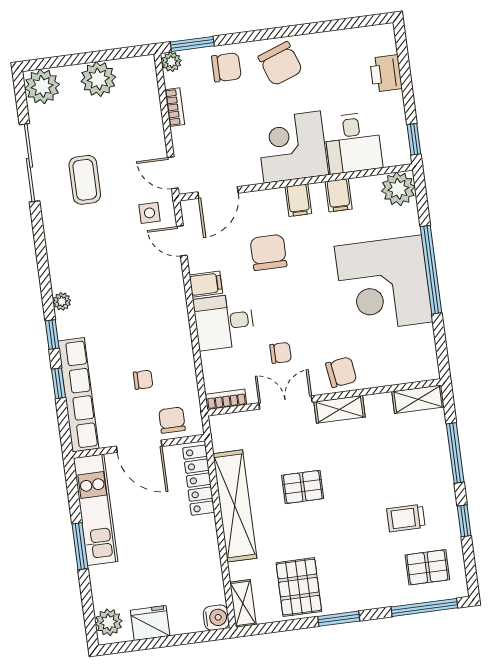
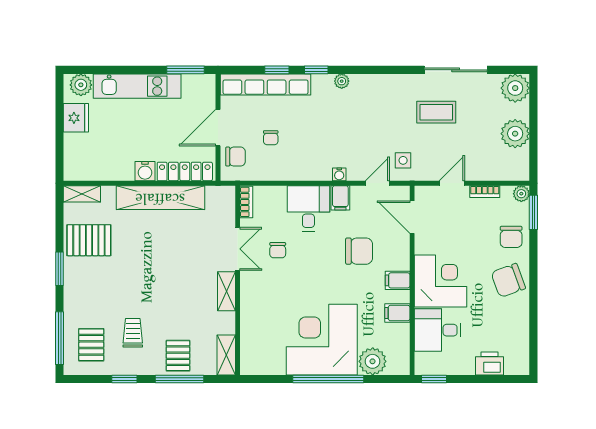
door: (173, 173) -> (452, 183), moved
plant: (398, 189) -> (373, 361), moved
water cooler: (177, 289) -> (339, 174), added
chair: (341, 372) -> (256, 297), removed
pallet: (303, 487) -> (178, 356), moved
kitchen unit: (96, 510) -> (137, 86), moved
window: (80, 546) -> (185, 70), moved
water cooler: (216, 618) -> (145, 171), moved

